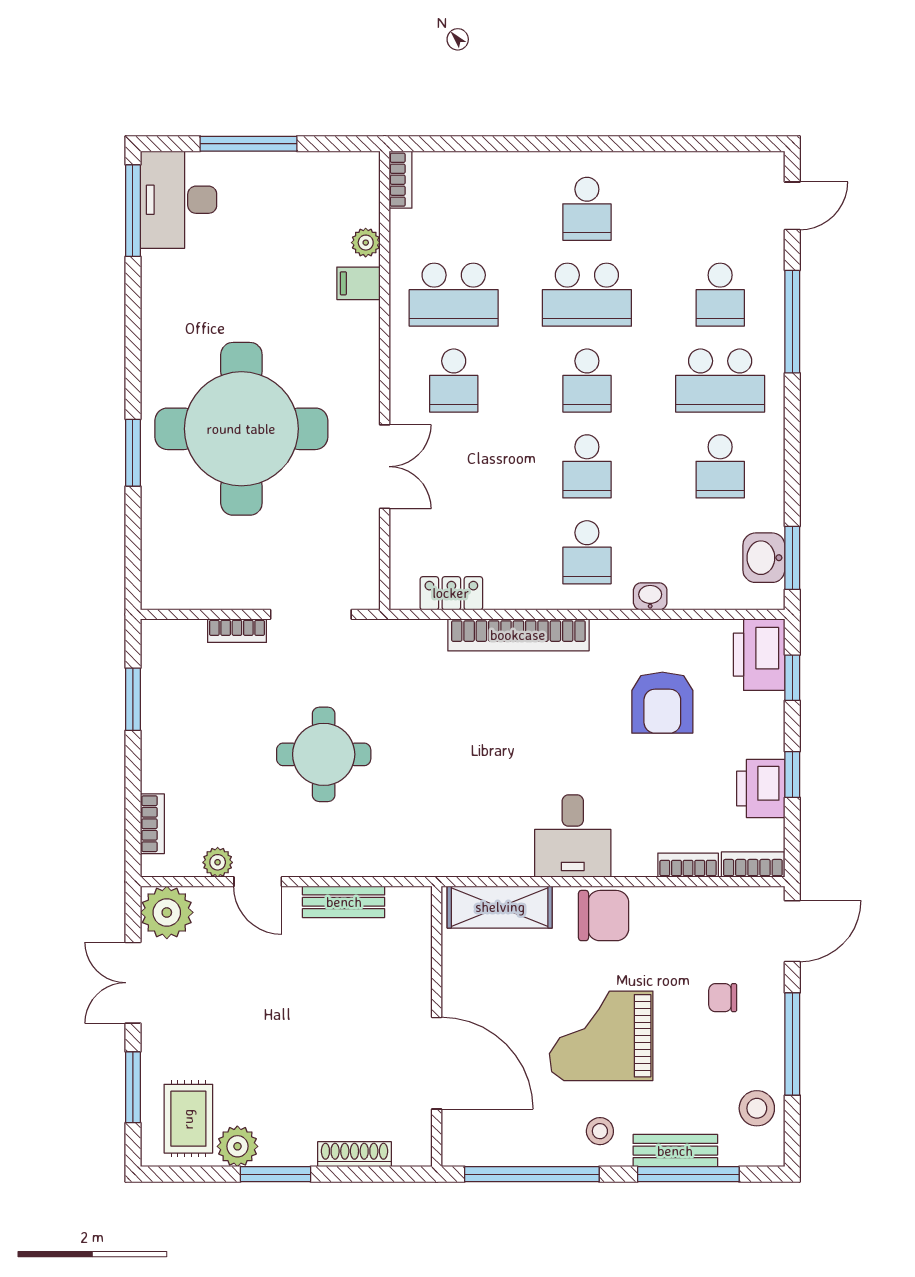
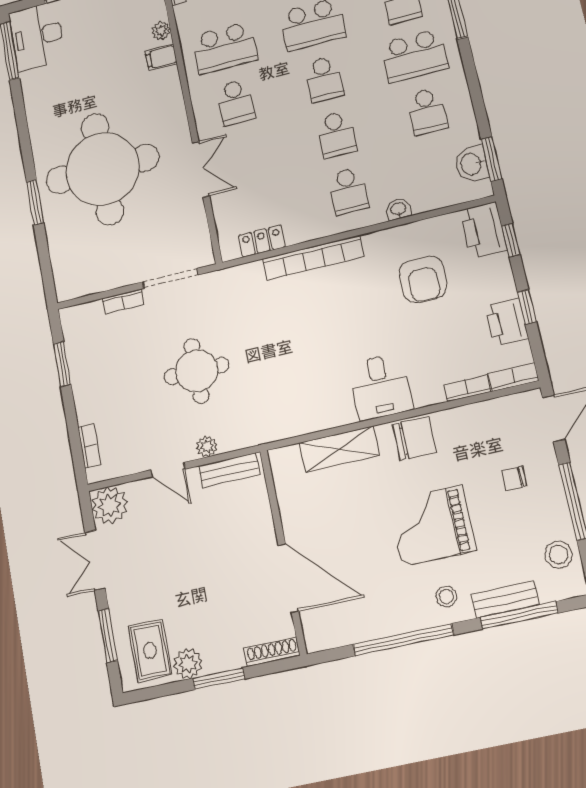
plant: (218, 862) -> (207, 446), moved
wall: (437, 1026) -> (283, 551), moved
door: (437, 1063) -> (288, 578), moved

